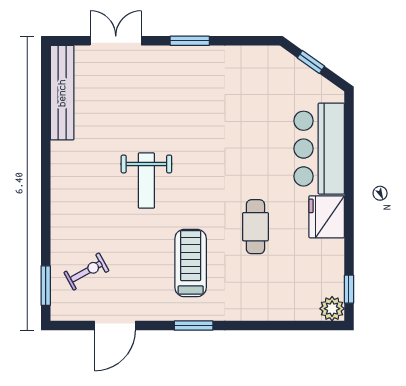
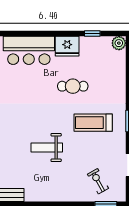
weight bench: (146, 181) -> (47, 147), turned 180
window: (349, 289) -> (92, 34), moved

